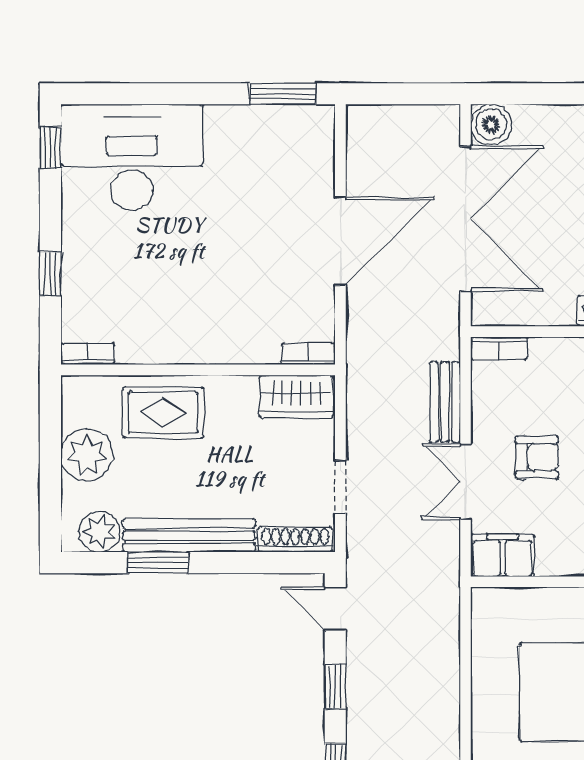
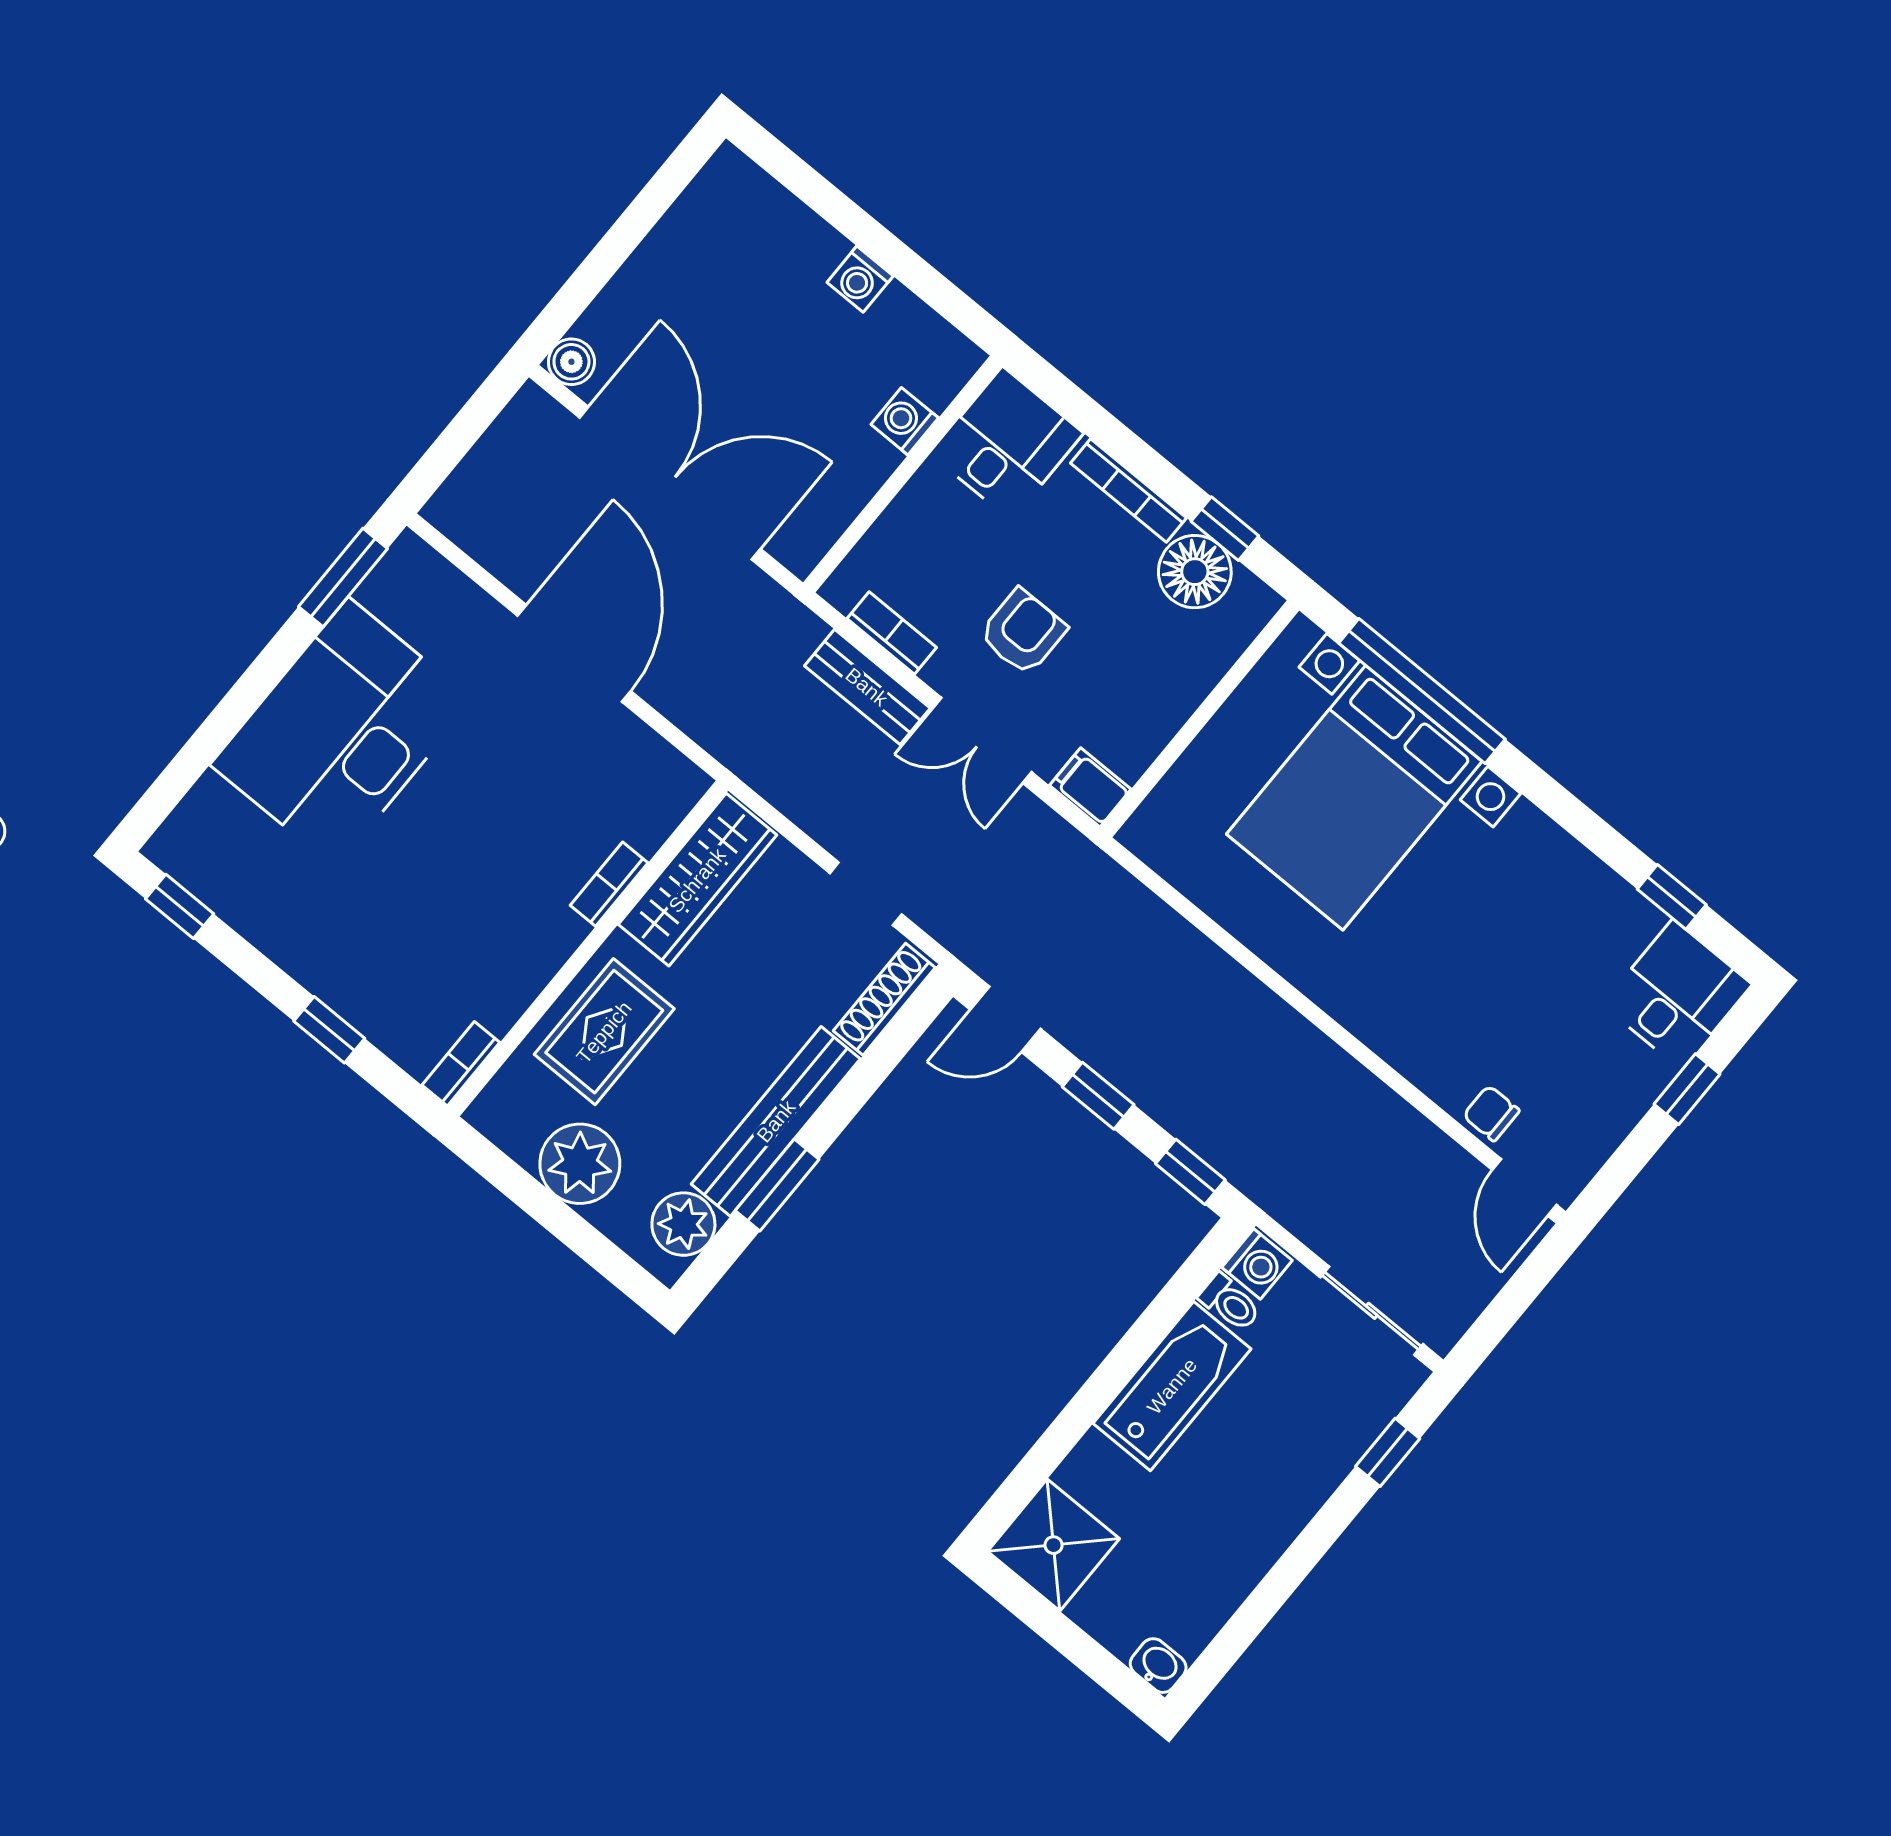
boiler: (491, 124) -> (571, 362), width x0.73, depth x0.73
desk: (132, 157) -> (342, 733), moved
bookcase: (499, 348) -> (892, 633), moved, turned -90
bookcase: (308, 354) -> (609, 884), moved
wardrobe: (296, 396) -> (697, 880), width x1.50
filing cabinet: (503, 555) -> (1090, 787), width x0.50

